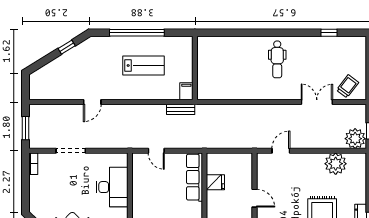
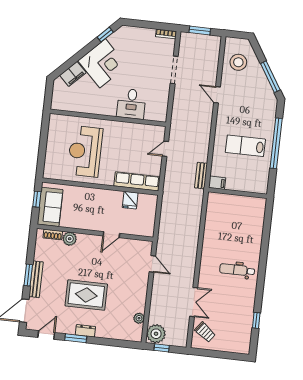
window: (67, 47) -> (270, 77), width x2.17
lab bench: (143, 65) -> (245, 146), turned 90
stool: (55, 83) -> (238, 62), added
plant: (336, 164) -> (139, 318), width x0.53, depth x0.53
desk: (112, 187) -> (131, 104), width x0.73

